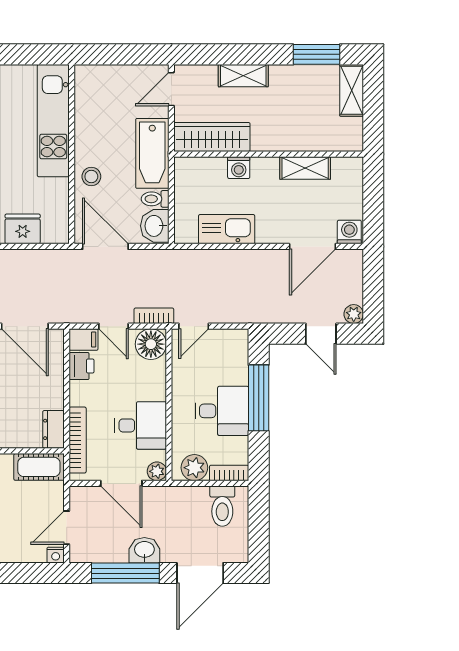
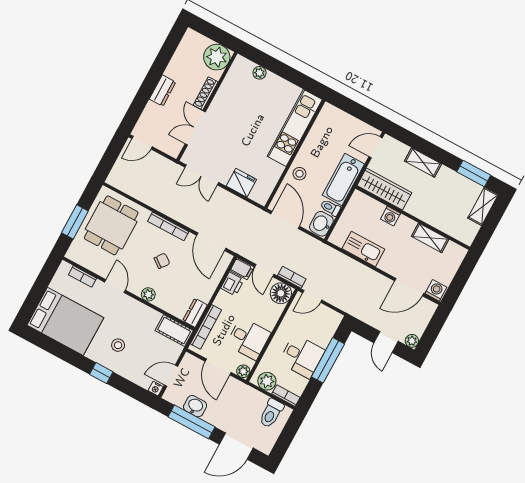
washbasin: (144, 550) -> (195, 406), moved

